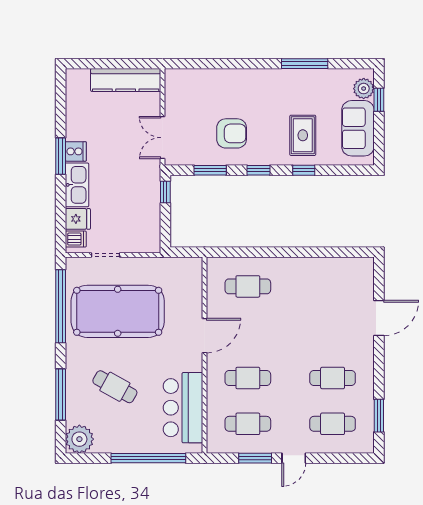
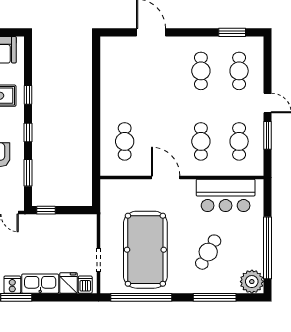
window: (148, 458) -> (267, 248), moved

